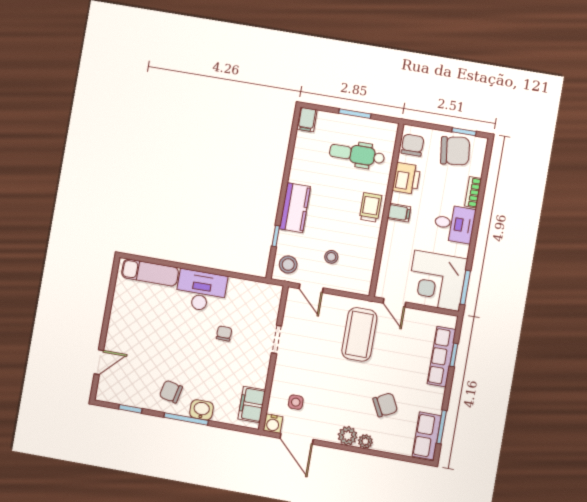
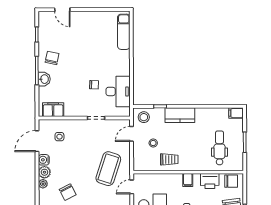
trolley: (370, 207) -> (169, 159), moved
desk: (201, 291) -> (118, 91), moved
coffee table: (359, 334) -> (108, 169), turned -72
water cooler: (273, 424) -> (44, 160), moved

